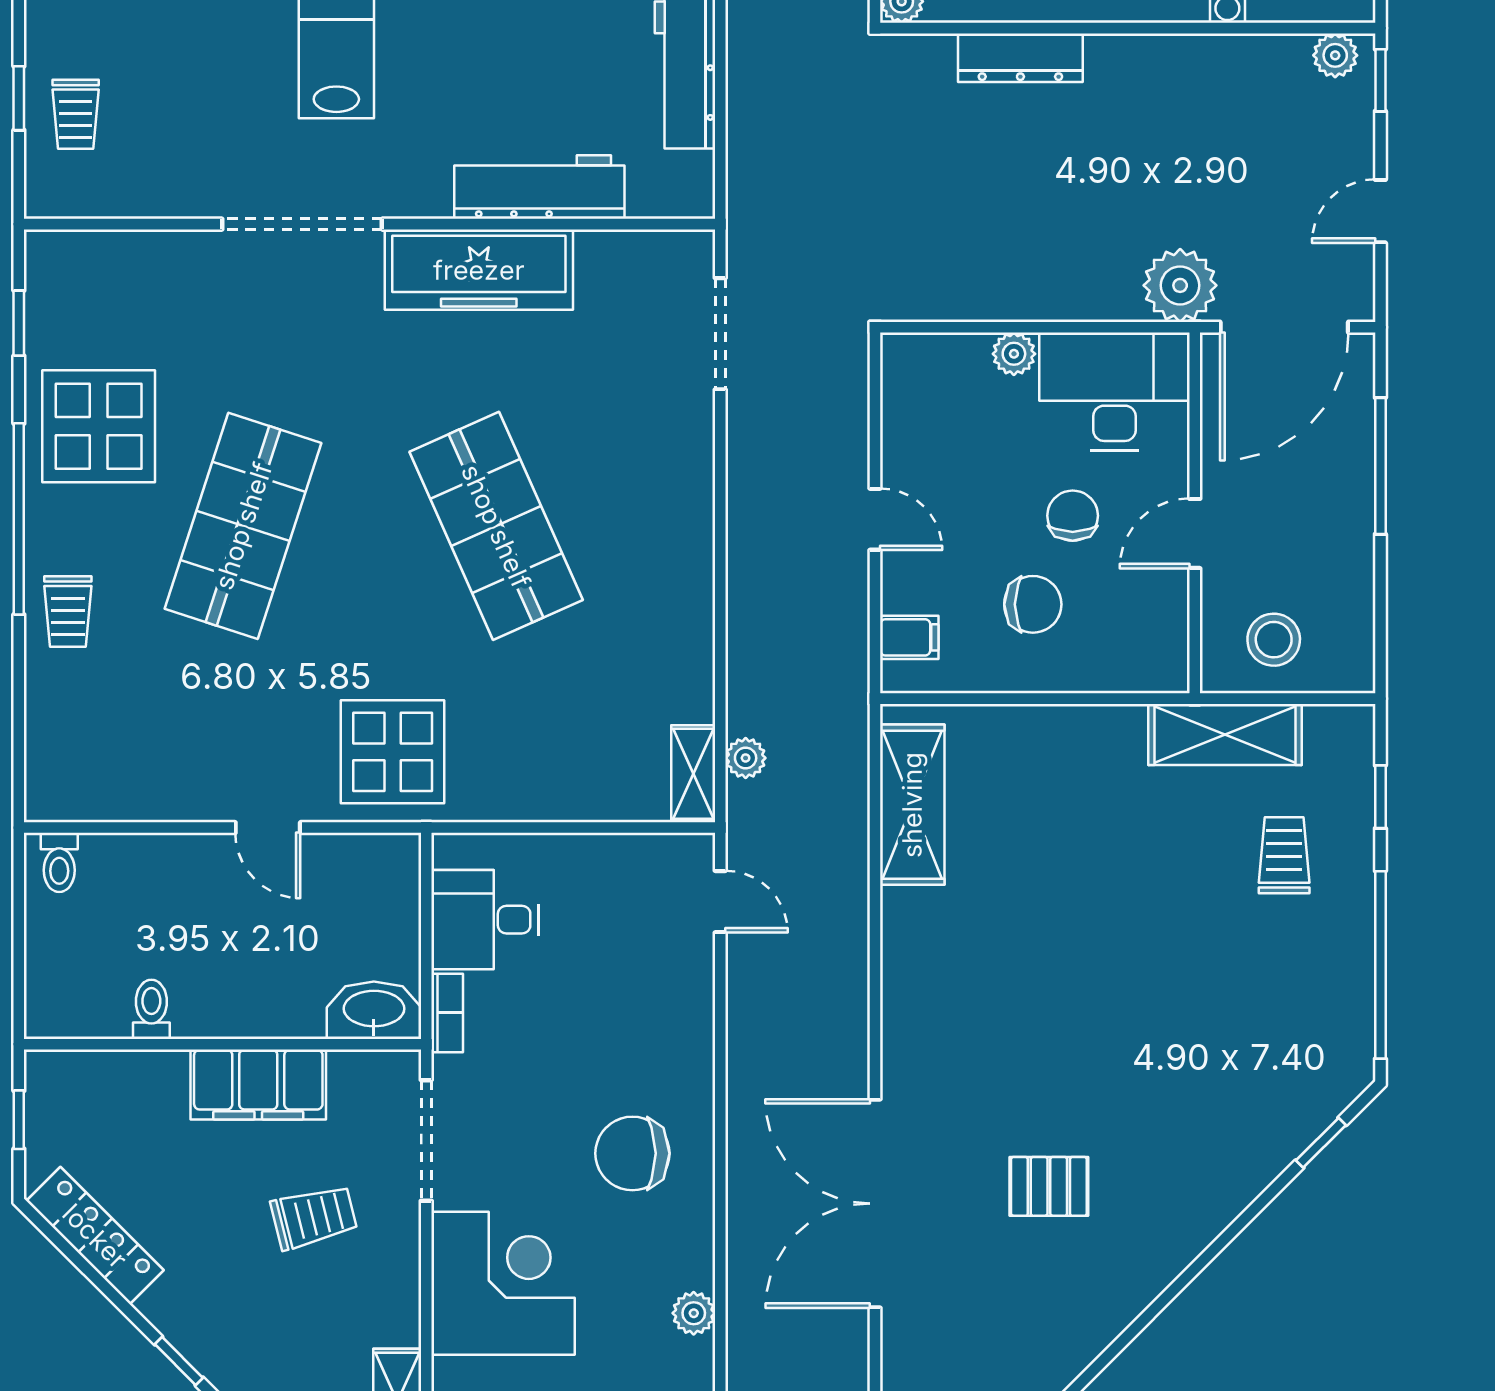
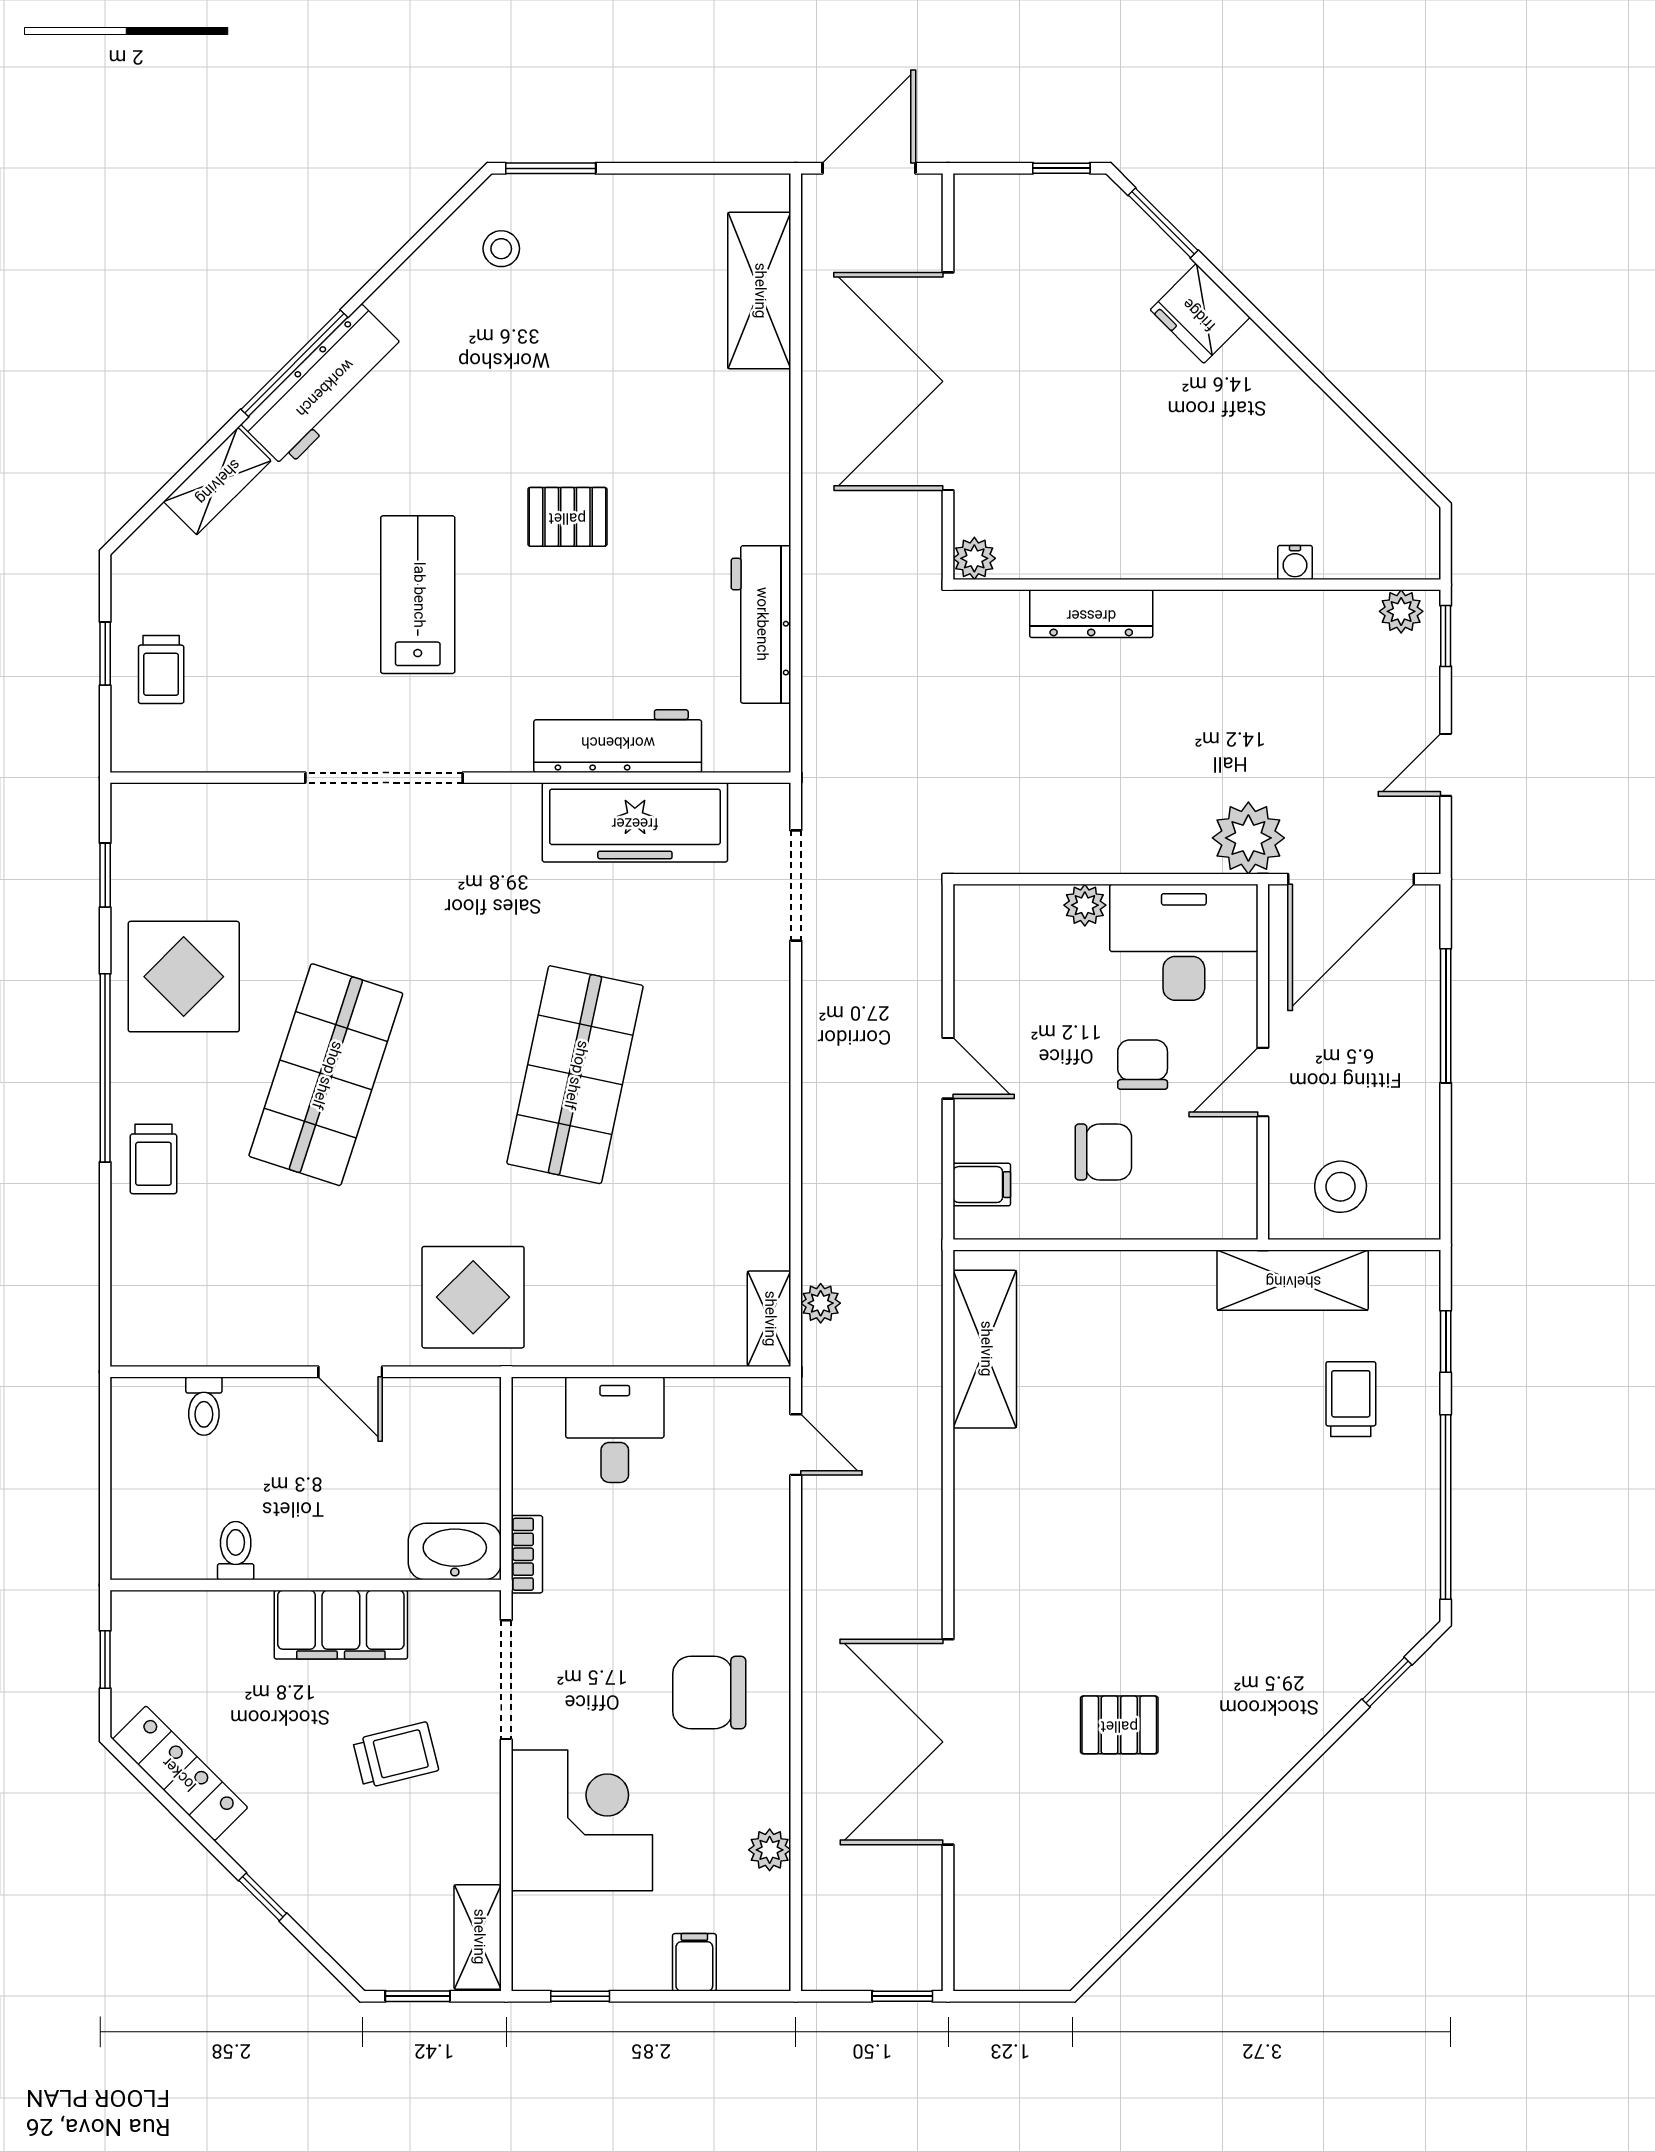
freezer: (479, 270) -> (635, 822), moved
shop shelf: (496, 526) -> (575, 1075), turned 36
toilet: (59, 862) -> (204, 1406), moved
desk: (485, 920) -> (615, 1430), moved, turned 90

